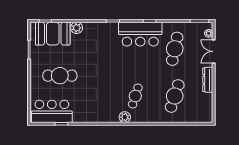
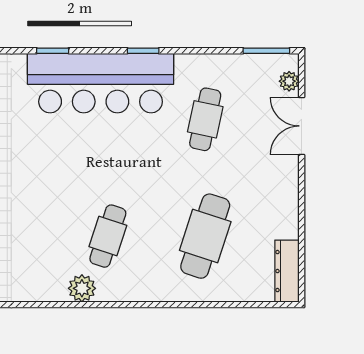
bar counter: (140, 34) -> (101, 83), width x1.36
cafe table: (175, 49) -> (205, 119), width x0.73, depth x0.74
dresser: (208, 80) -> (287, 271), moved

